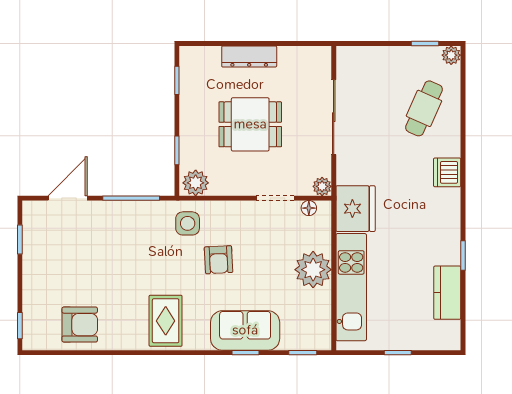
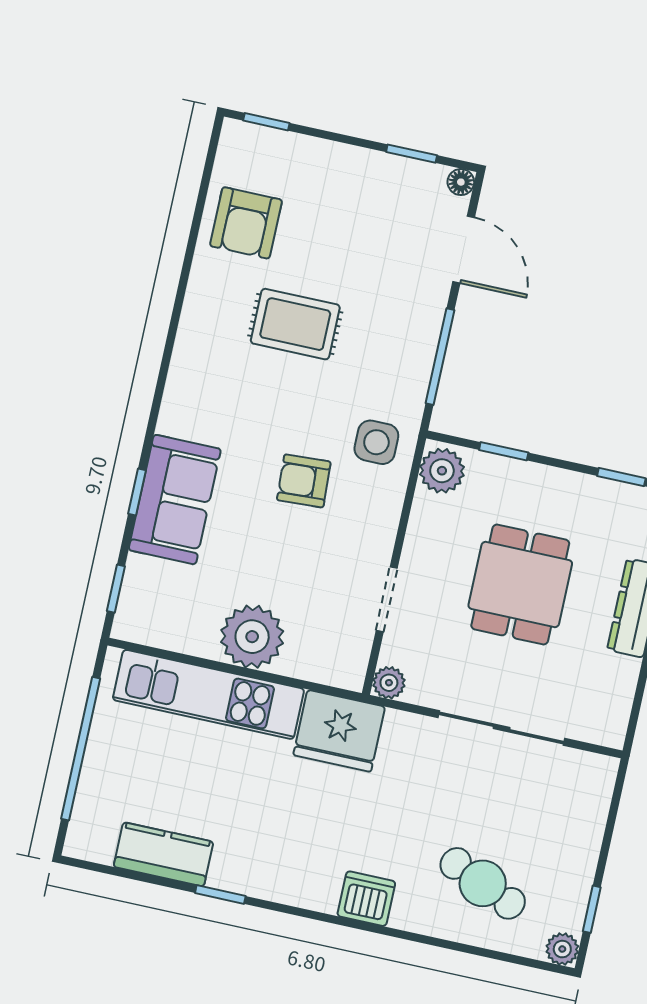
floor lamp: (309, 208) -> (461, 182), moved
rug: (166, 321) -> (295, 324), moved
window: (398, 353) -> (81, 749), width x3.17

